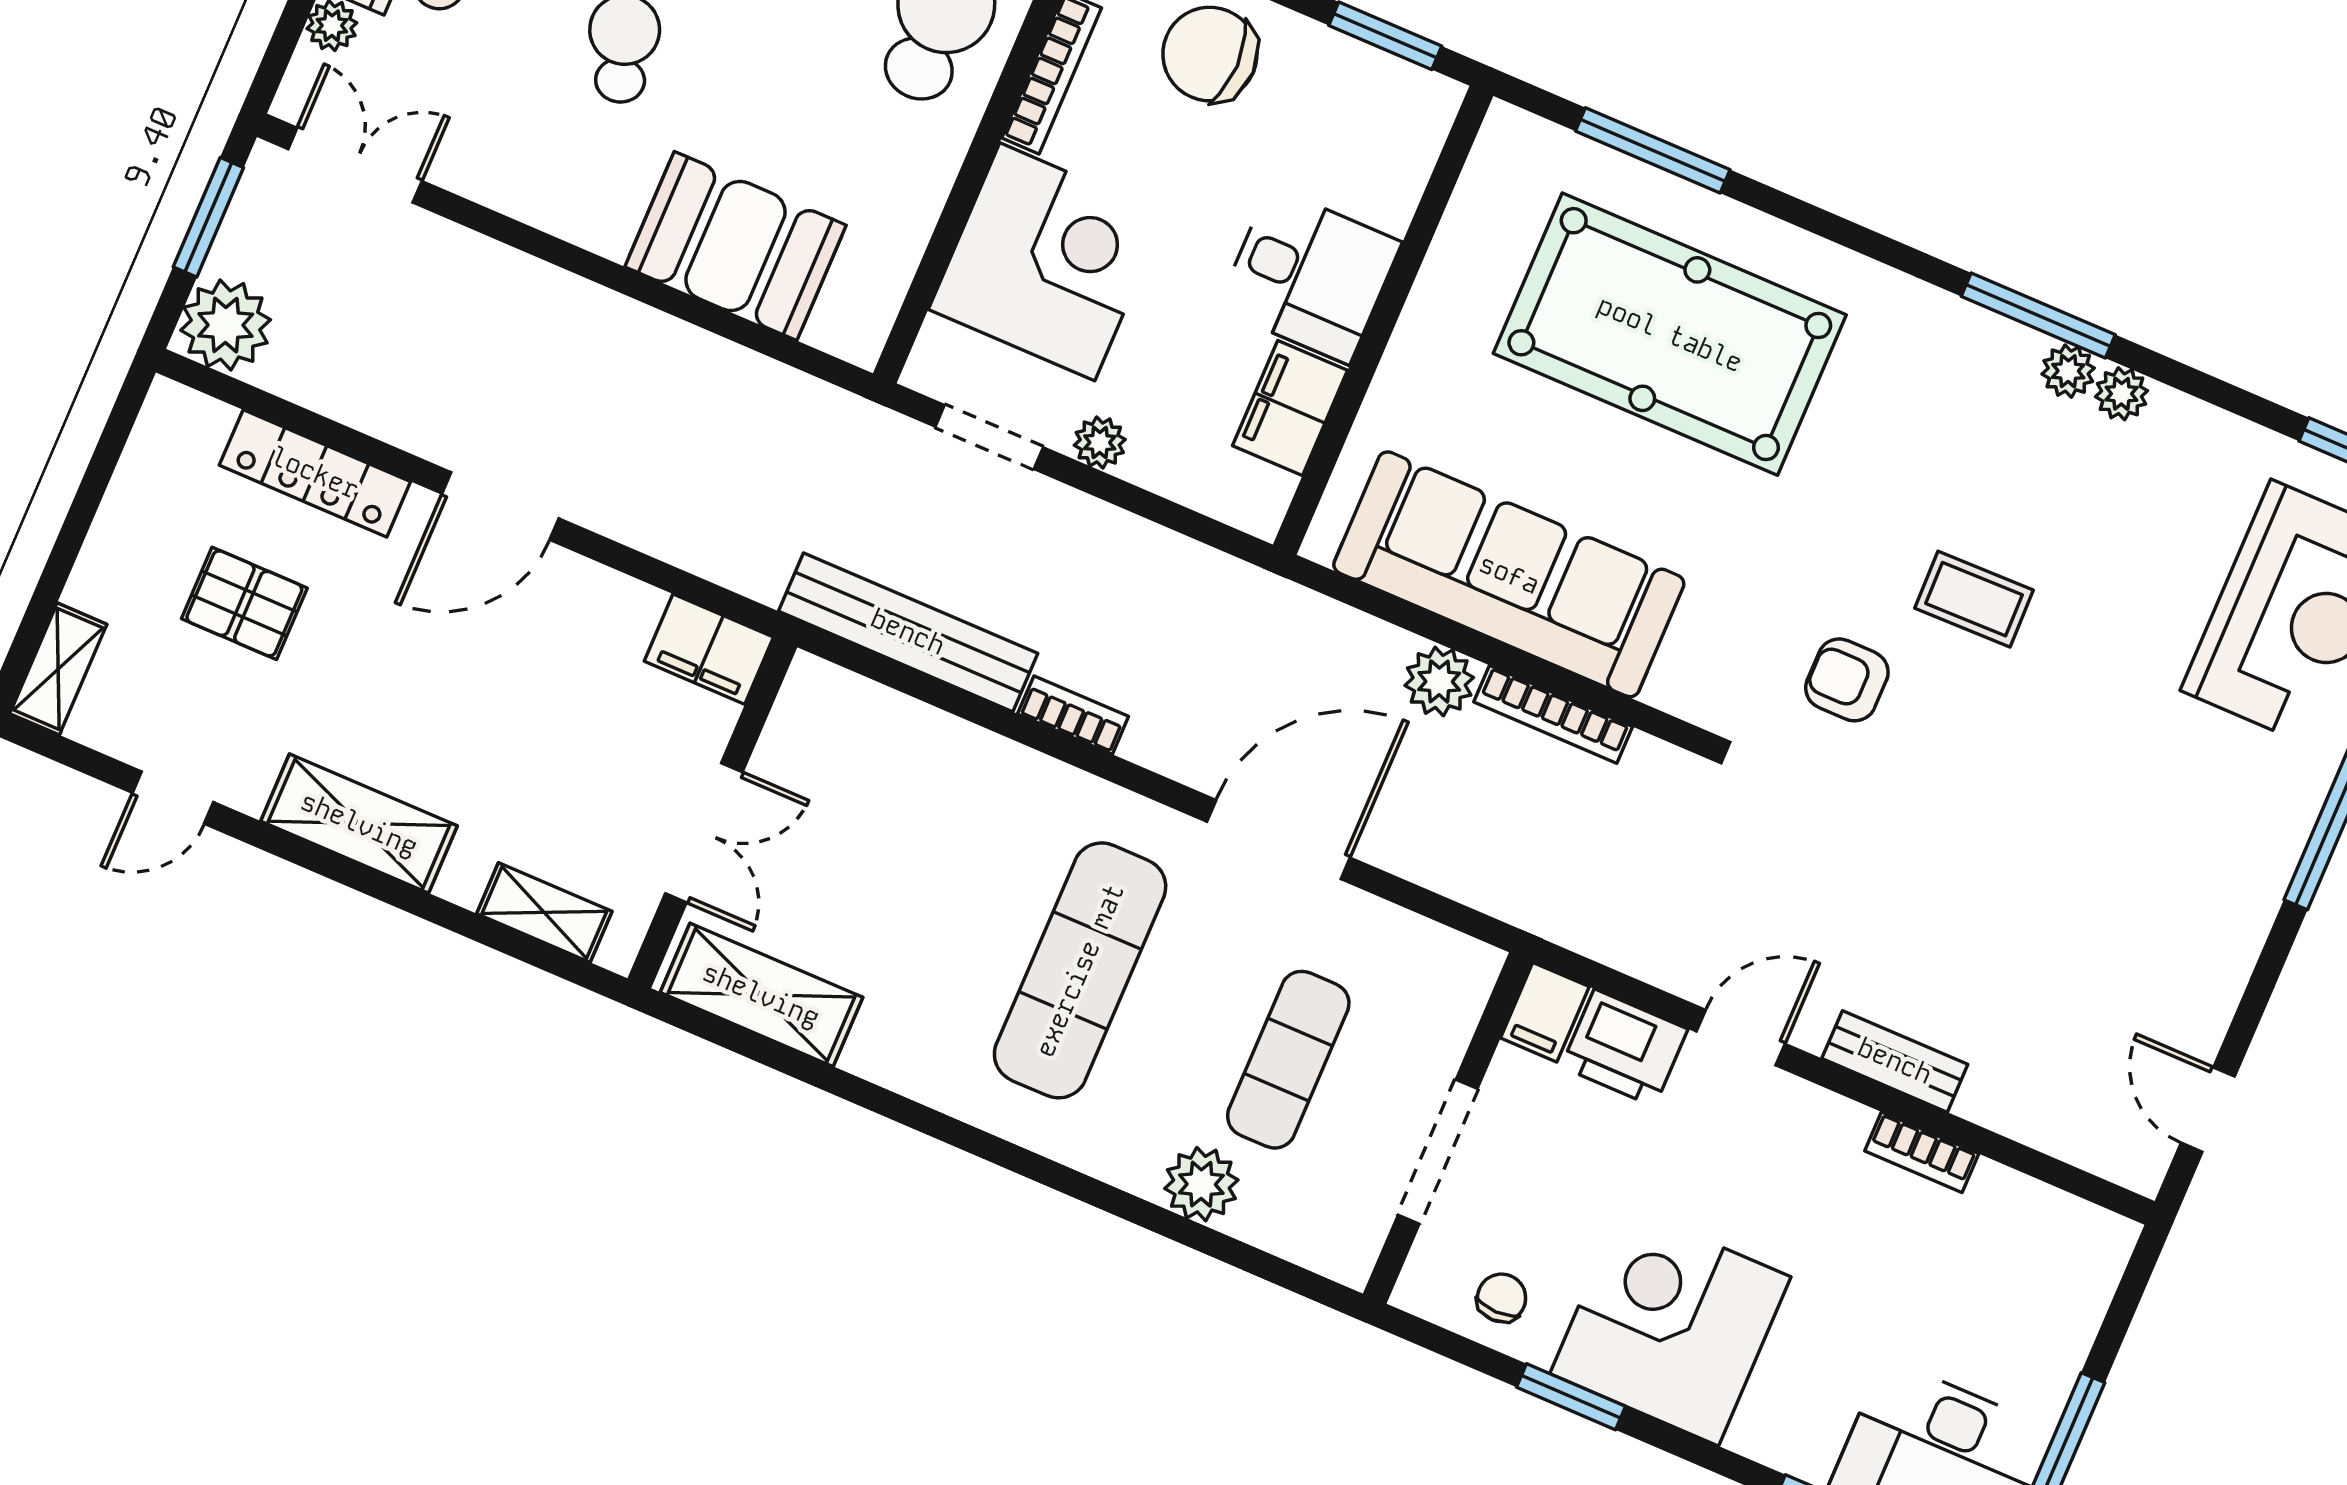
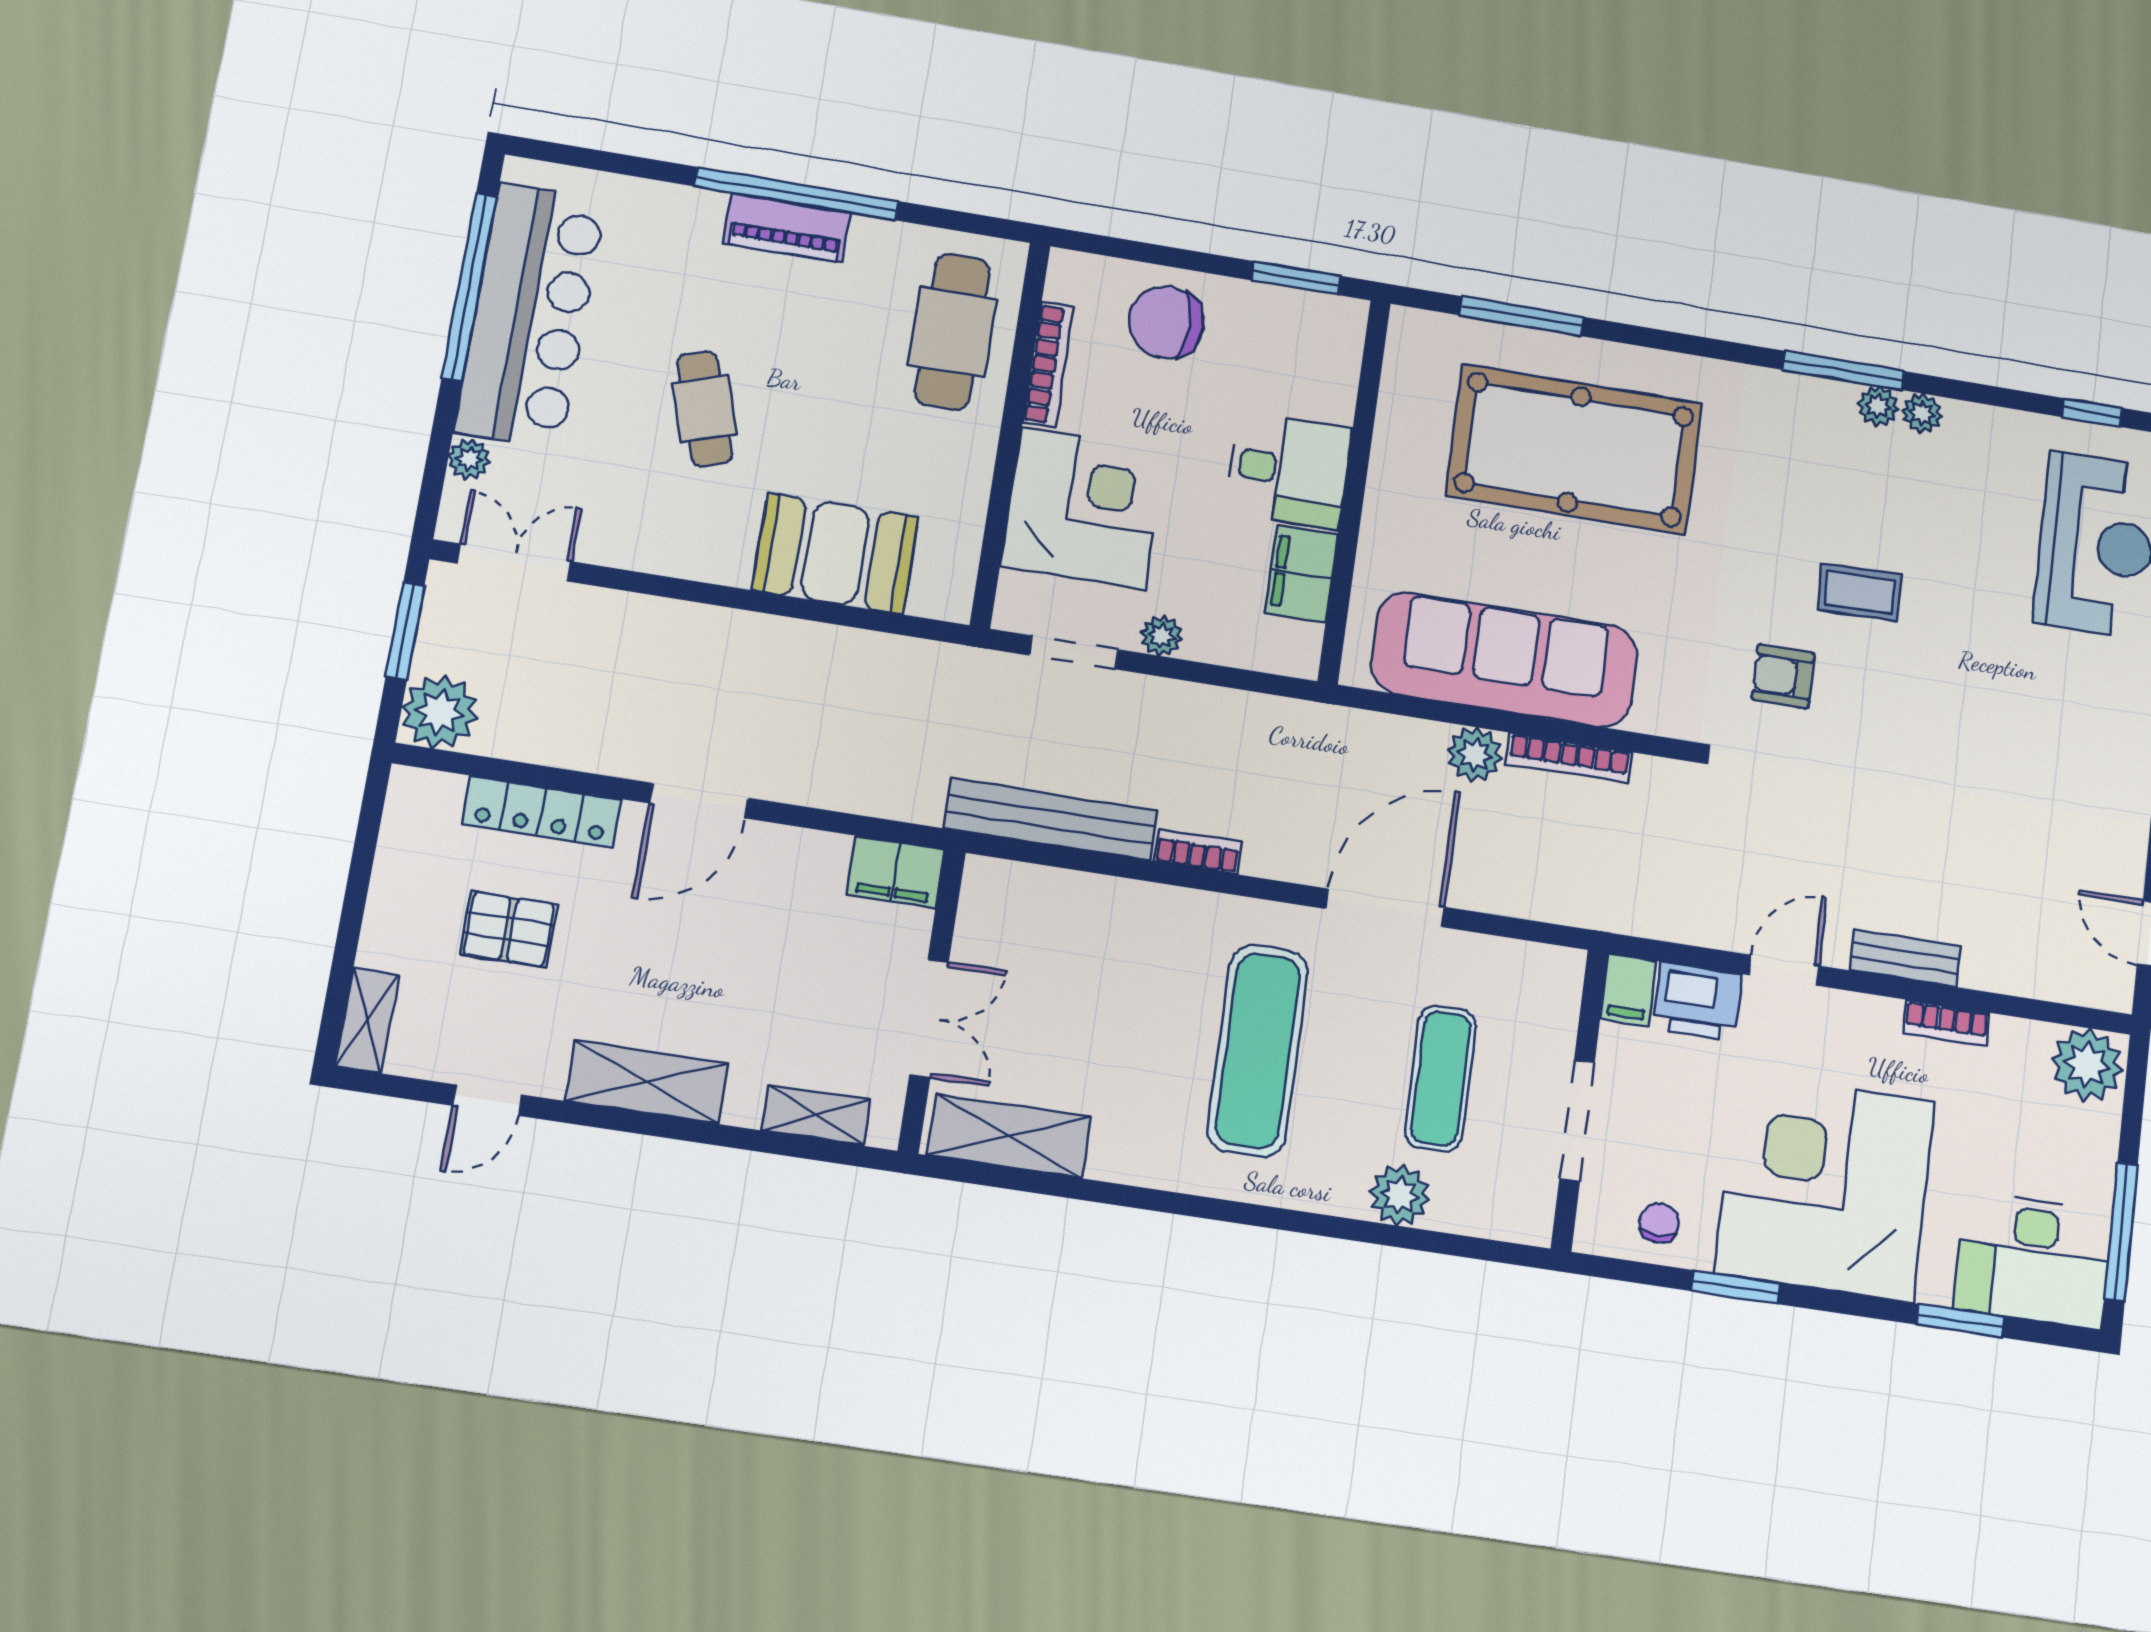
plant: (2080, 1247) -> (2087, 1065), added
corner desk: (1670, 1325) -> (1825, 1187), width x1.36, depth x1.36

